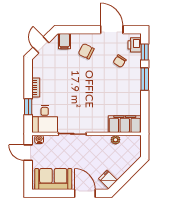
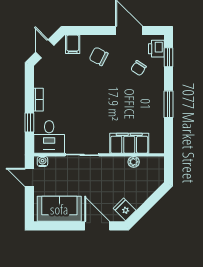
window: (145, 79) -> (169, 104), moved
filing cabinet: (125, 124) -> (129, 143), moved

